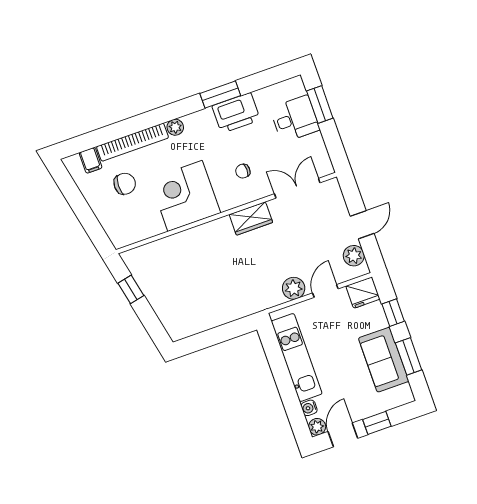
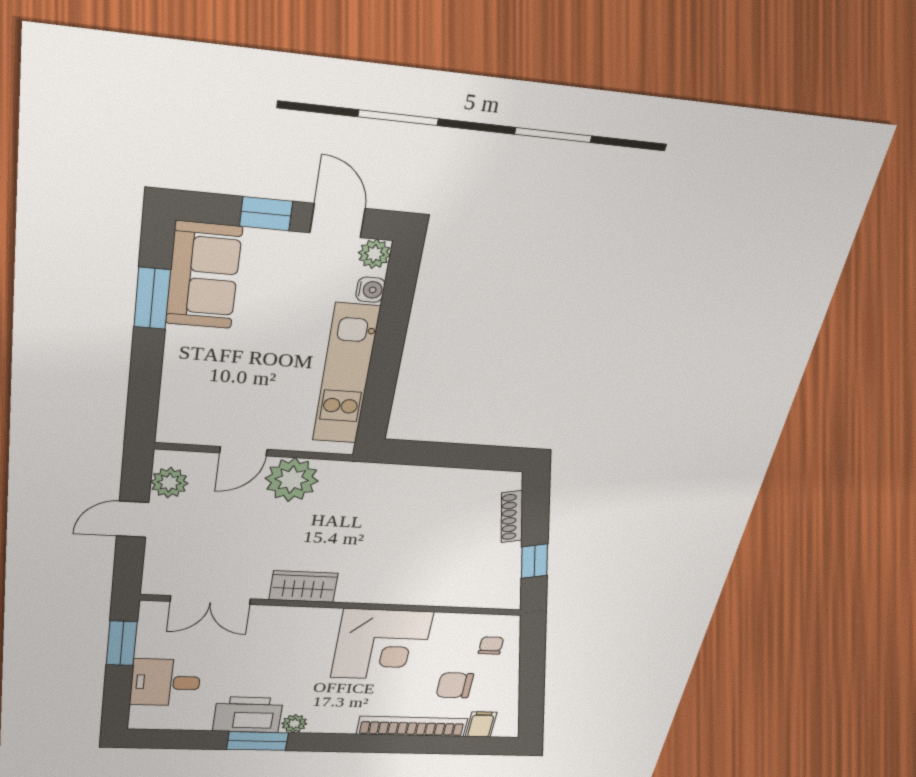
window: (320, 105) -> (122, 643), moved
plant: (175, 127) -> (294, 724), moved
chair: (243, 171) -> (491, 646), moved, turned -90
plant: (294, 288) -> (292, 480), width x1.36, depth x1.36
fridge: (363, 293) -> (182, 426), removed
shoe rack: (161, 312) -> (512, 517), added
window: (393, 313) -> (145, 377), removed
sofa: (384, 360) -> (204, 275), moved
door: (343, 435) -> (338, 221), swing flipped

